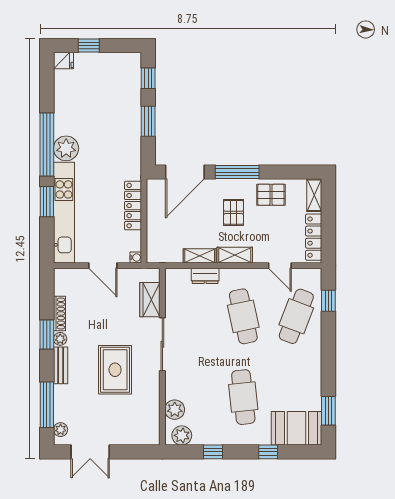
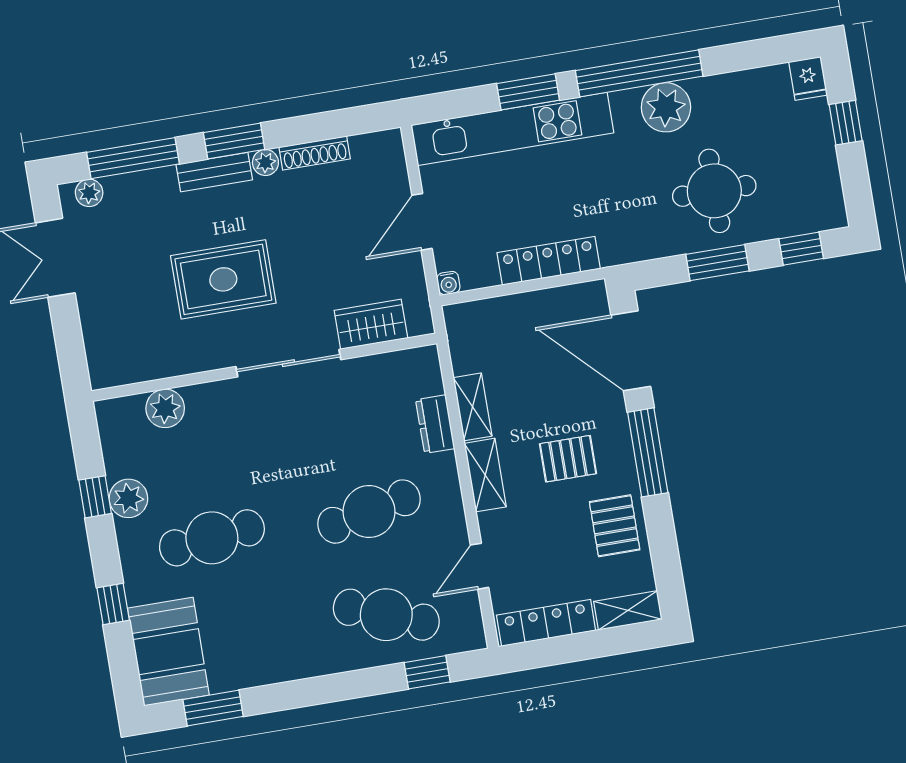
round table: (112, 117) -> (714, 191), added
plant: (66, 148) -> (666, 107), moved
window: (47, 334) -> (234, 141), moved
plant: (182, 435) -> (128, 498), moved

